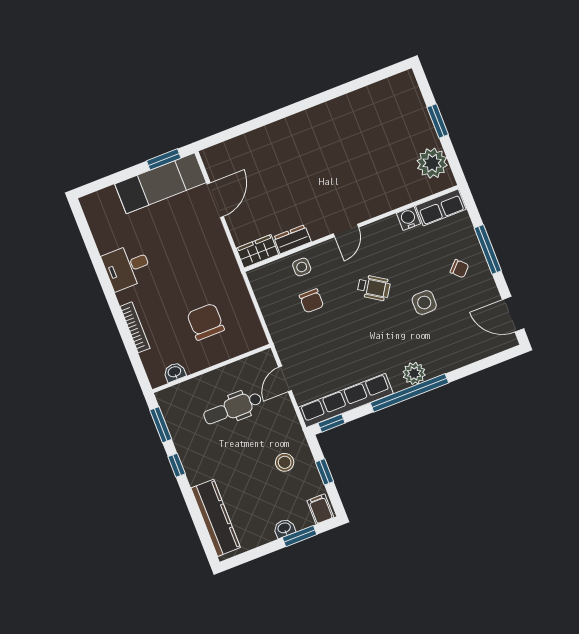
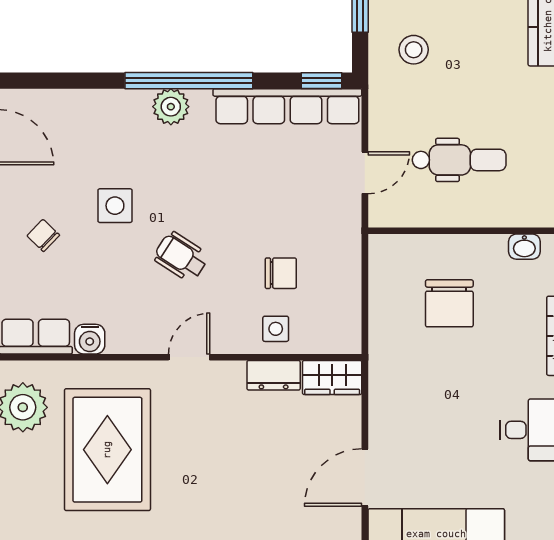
rug: (373, 158) -> (107, 450), added
chair: (311, 301) -> (281, 273), turned 90

